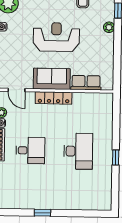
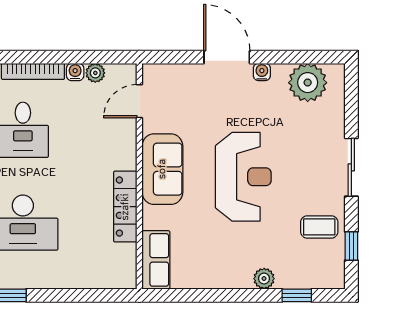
row of seats: (86, 83) -> (156, 260), moved
locker: (54, 98) -> (125, 207), moved

